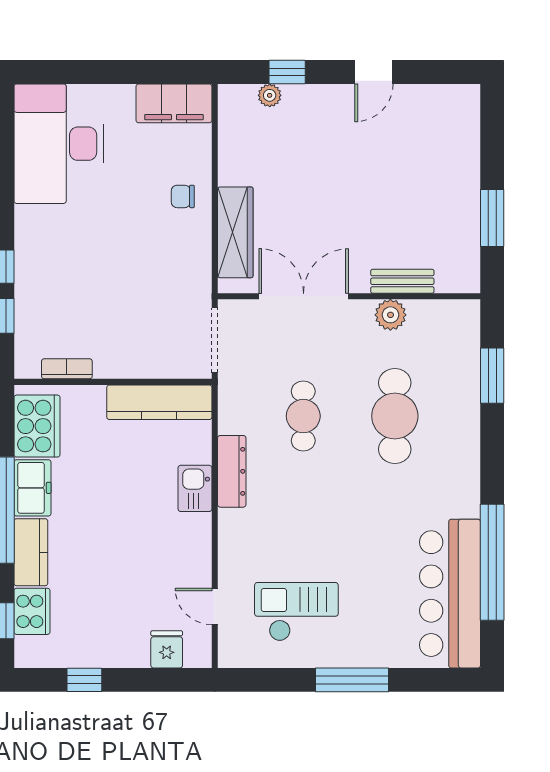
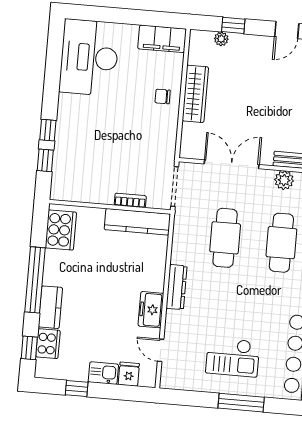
wardrobe: (235, 232) -> (195, 94), moved
bookcase: (67, 369) -> (130, 200), moved
cafe table: (303, 416) -> (225, 238), width x1.37, depth x1.35
dresser: (232, 471) -> (177, 287), moved
freezer: (32, 488) -> (151, 310), moved, turned 180
kitchen sink: (195, 488) -> (103, 373), moved, turned 90
checkout: (296, 612) -> (233, 357), moved, turned 180

